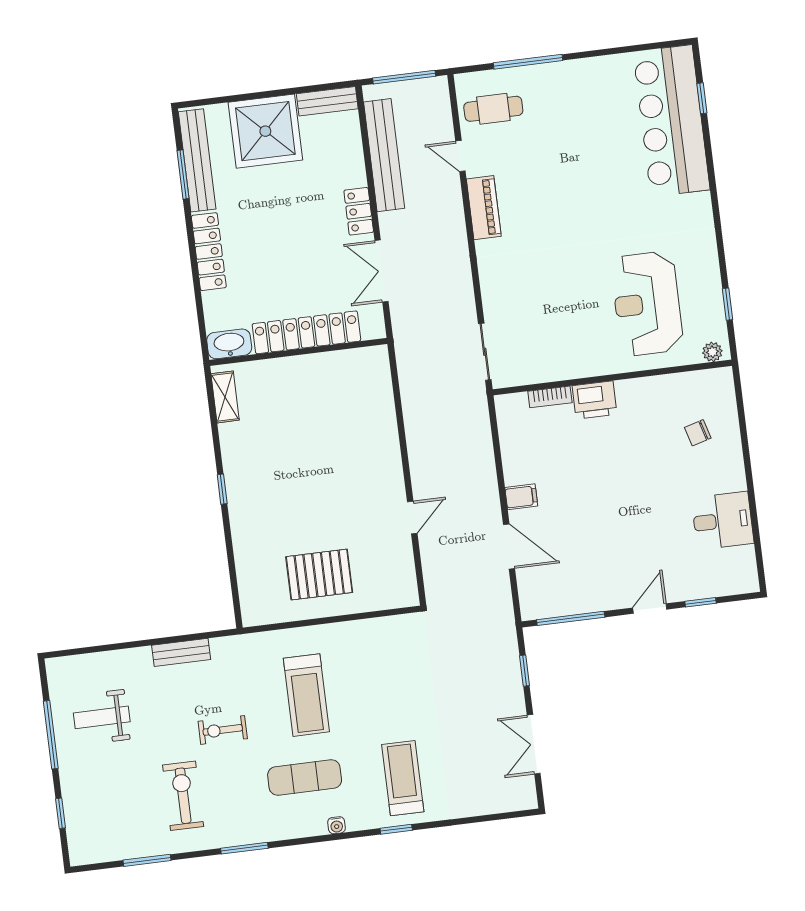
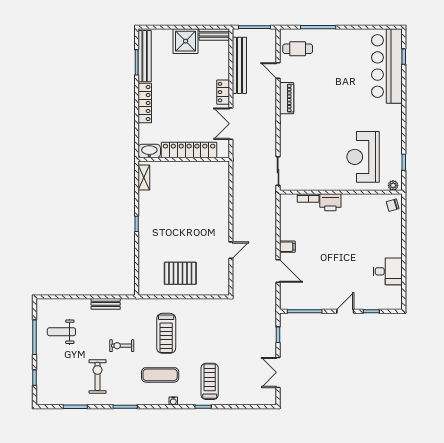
shower: (265, 131) -> (186, 41), width x0.73, depth x0.73
chair: (698, 433) -> (393, 205), moved

